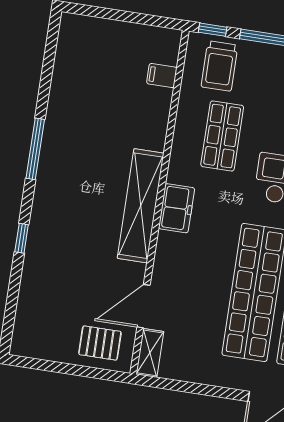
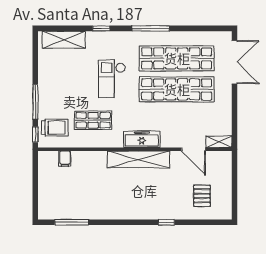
window: (35, 149) -> (72, 222), moved
freezer: (177, 208) -> (142, 139), width x1.40
pallet: (100, 343) -> (202, 196), moved

